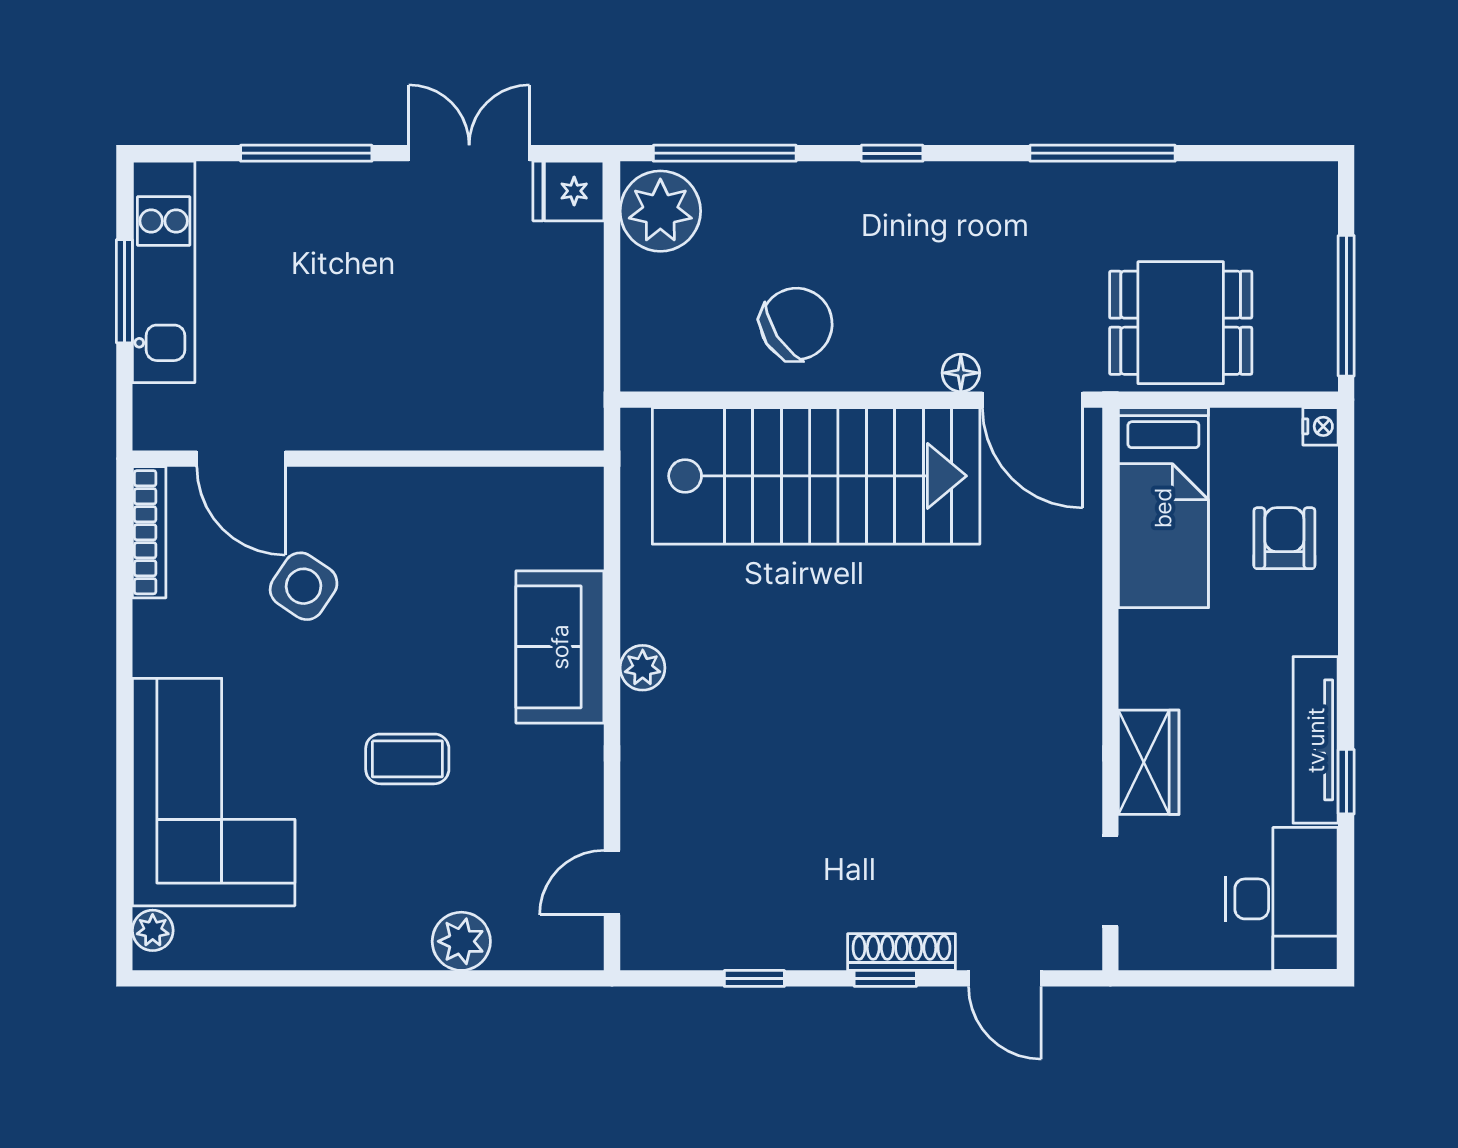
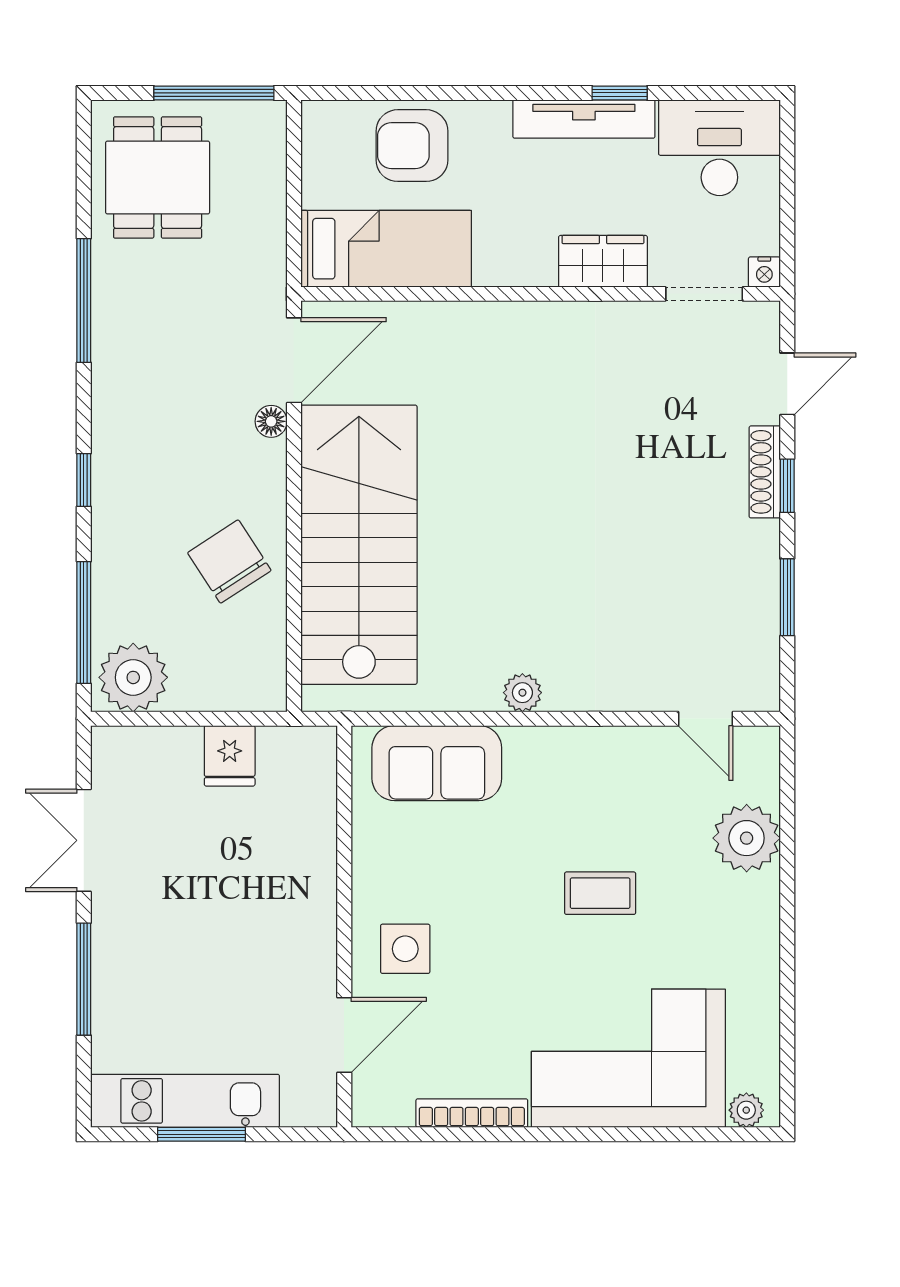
fridge: (568, 191) -> (230, 756), moved
dining table: (1181, 323) -> (158, 177), moved
nightstand: (1320, 426) -> (764, 272), moved, turned 180
bookcase: (149, 532) -> (472, 1113), moved
armchair: (1284, 538) -> (412, 146), width x1.38, depth x1.38
side table: (304, 586) -> (405, 949), moved, turned -34
sofa: (560, 647) -> (437, 763), moved
coffee table: (407, 759) -> (600, 893), turned 90
plant: (461, 941) -> (747, 838), width x1.36, depth x1.36
window: (754, 978) -> (787, 597), width x1.50

